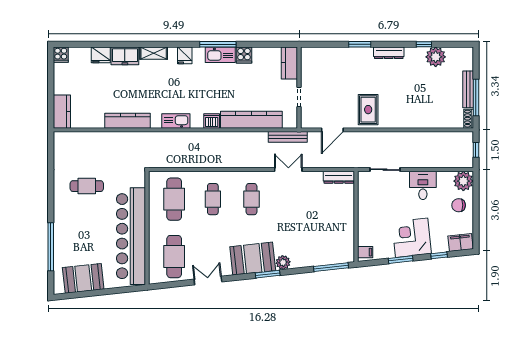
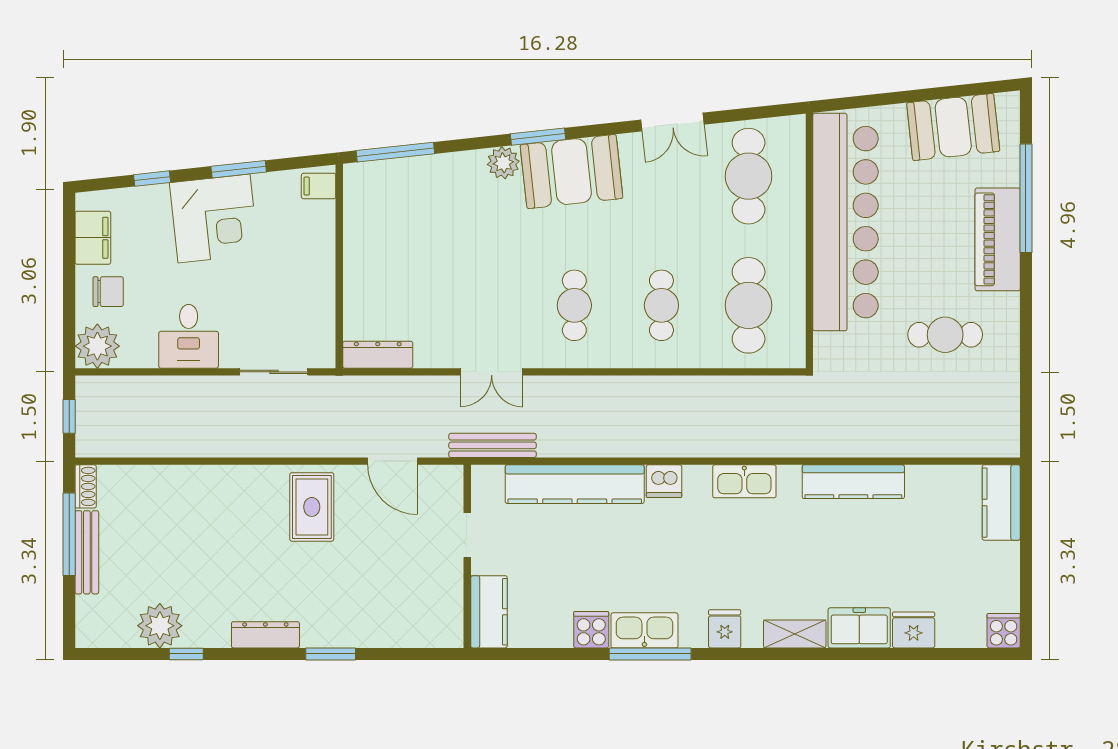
door: (332, 130) -> (392, 461), swing flipped
piano: (63, 228) -> (998, 239), added
filing cabinet: (461, 243) -> (93, 238), moved, turned -84

